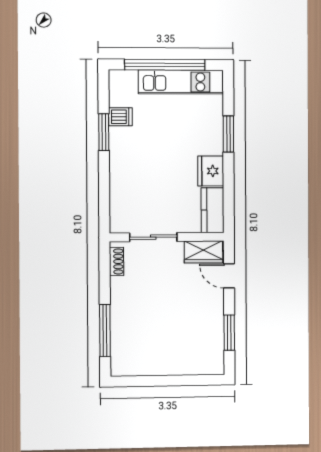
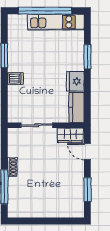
dishwasher: (120, 117) -> (15, 79), moved
shoe rack: (117, 261) -> (12, 167), moved

